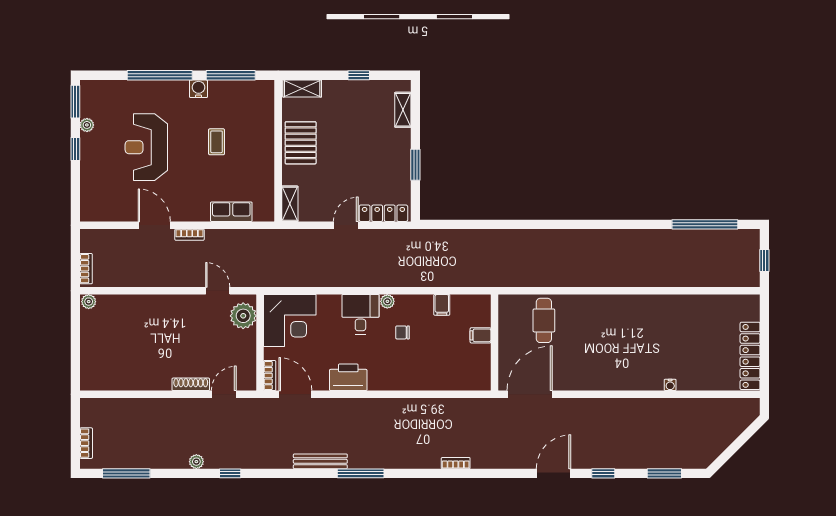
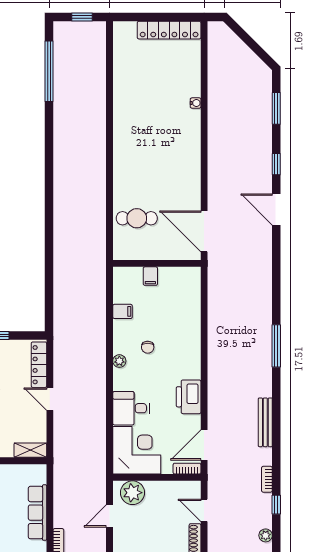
row of seats: (231, 212) -> (37, 513), width x1.48
desk: (360, 314) -> (131, 408), moved
bookcase: (456, 463) -> (267, 479), moved
window: (361, 473) -> (276, 346), moved

